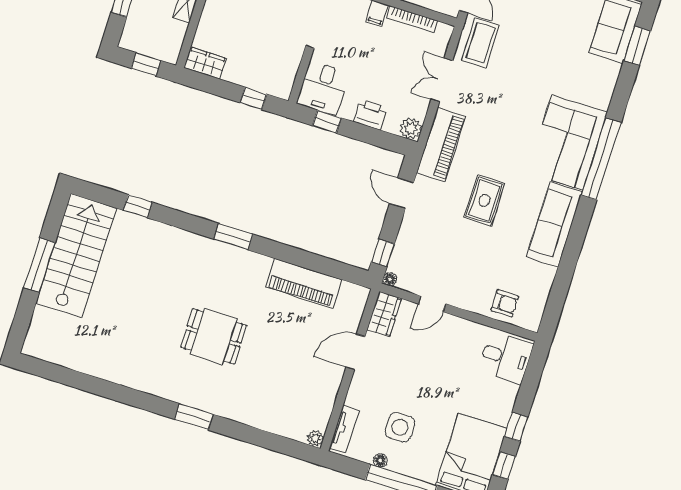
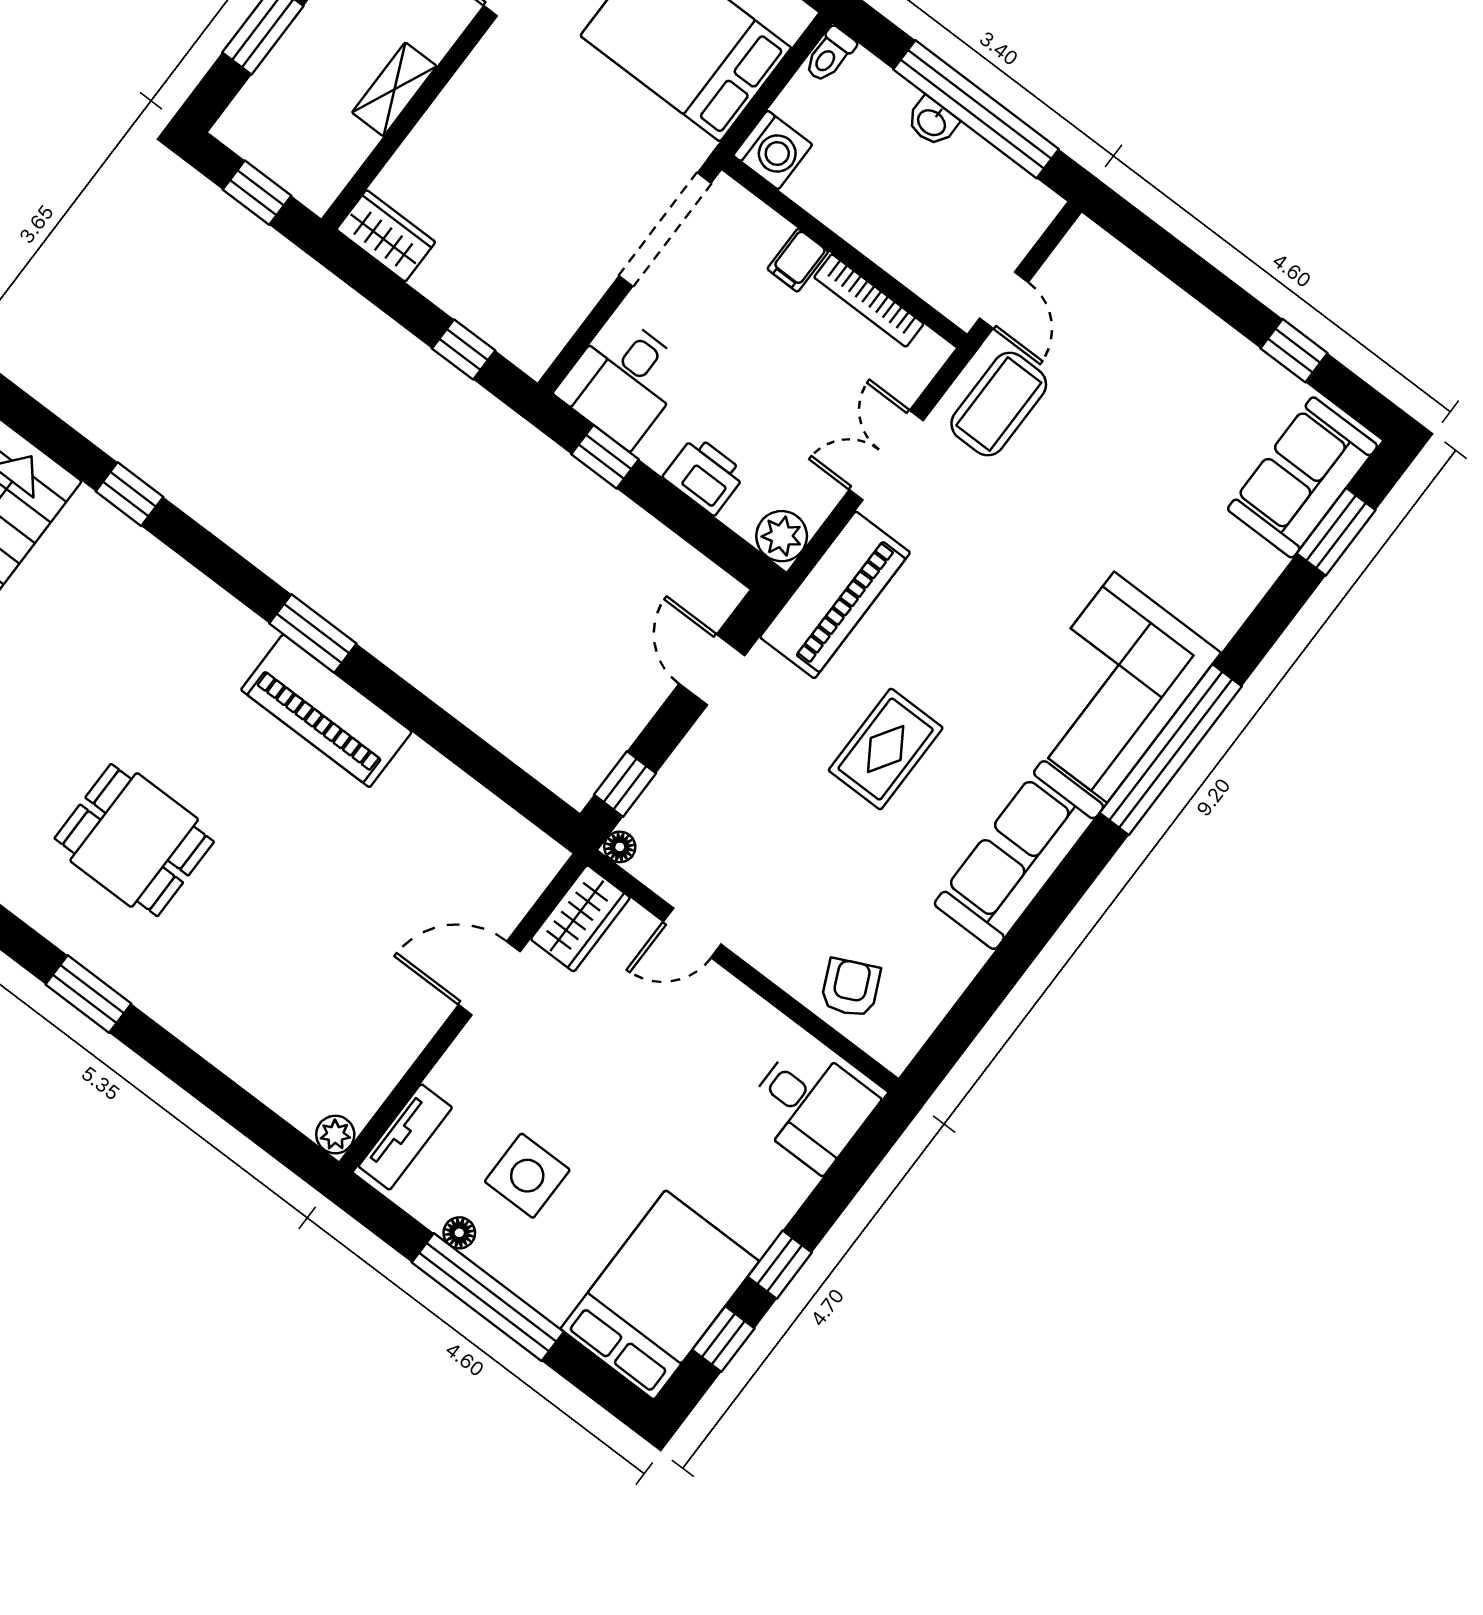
piano: (304, 283) -> (326, 711), moved
armchair: (505, 303) -> (851, 988), turned -115
dining table: (214, 336) -> (134, 840), moved

